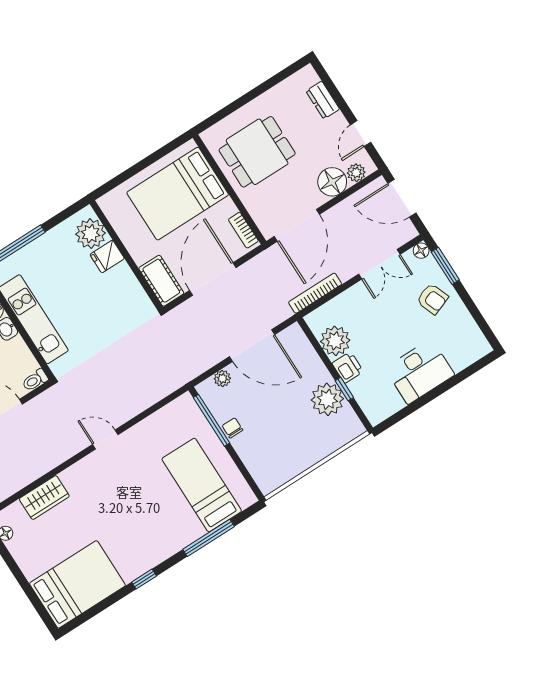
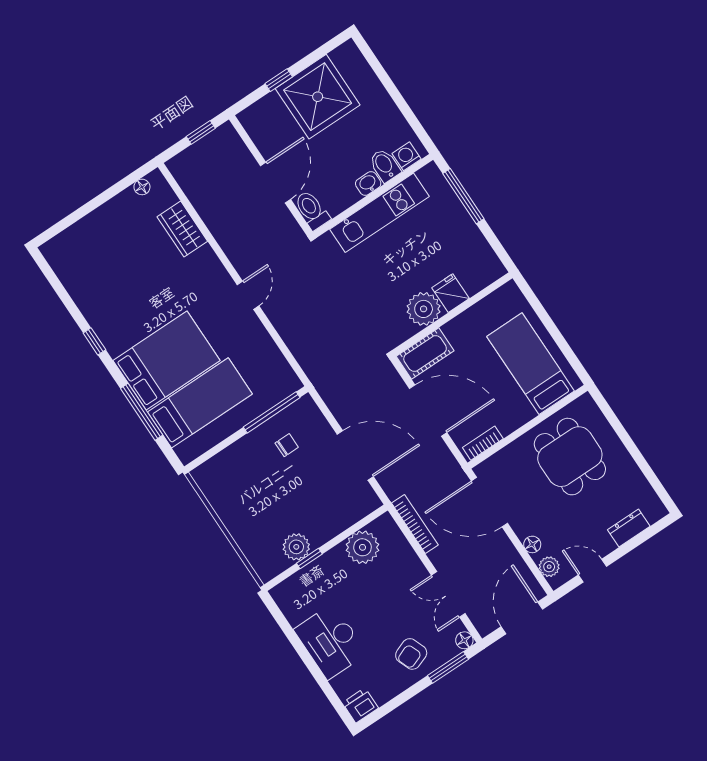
floor lamp: (332, 182) -> (532, 544), width x0.53, depth x0.53
bed: (178, 194) -> (531, 364), width x0.67
plant: (91, 234) -> (424, 309), moved
door: (252, 346) -> (355, 455), swing flipped
printer: (348, 367) -> (360, 705), moved, turned 180
plant: (222, 378) -> (318, 423), removed
toilet: (35, 380) -> (312, 210), width x1.37, depth x1.39
plant: (327, 399) -> (296, 547), width x0.73, depth x0.73
chair: (232, 428) -> (287, 445), moved
bed: (77, 584) -> (167, 361), moved, turned -90

